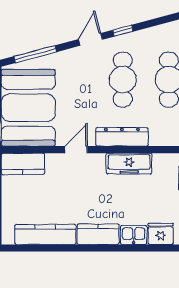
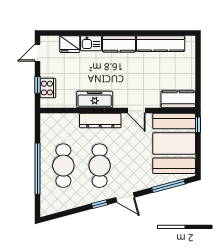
door: (90, 39) -> (125, 197), hinge flipped
door: (76, 150) -> (136, 111), hinge flipped

